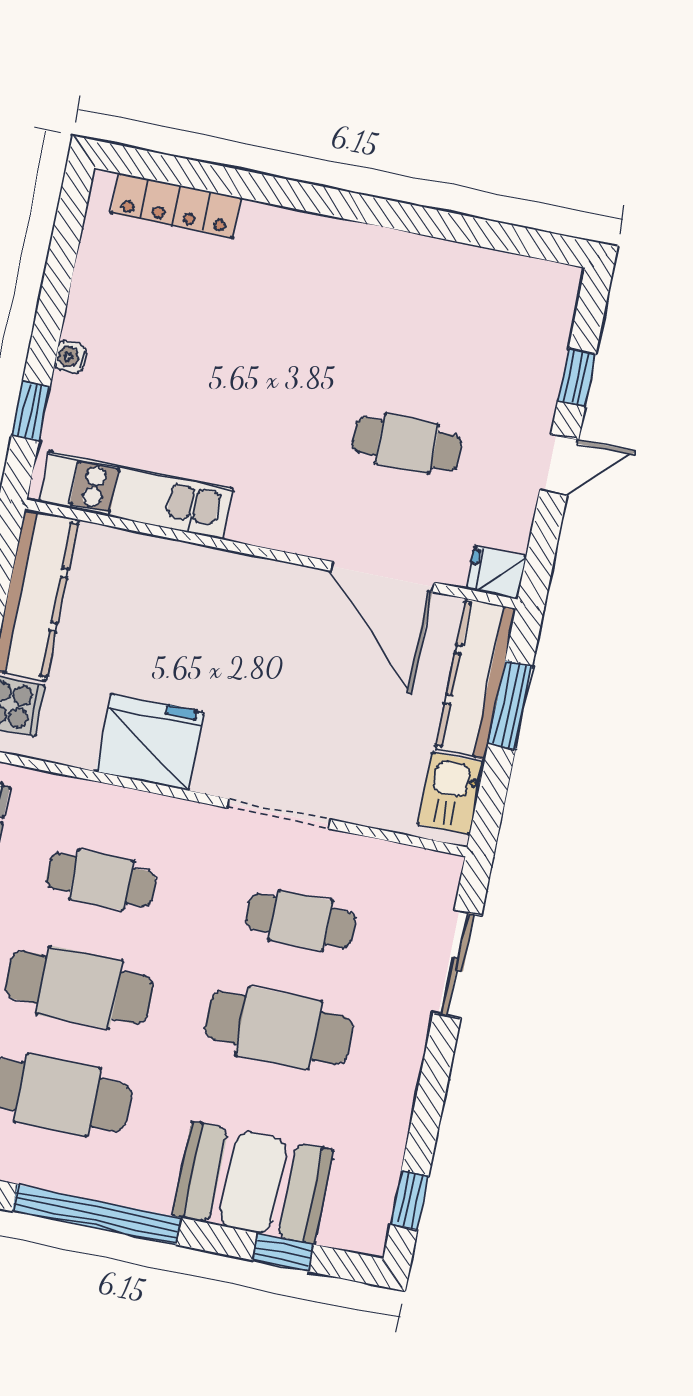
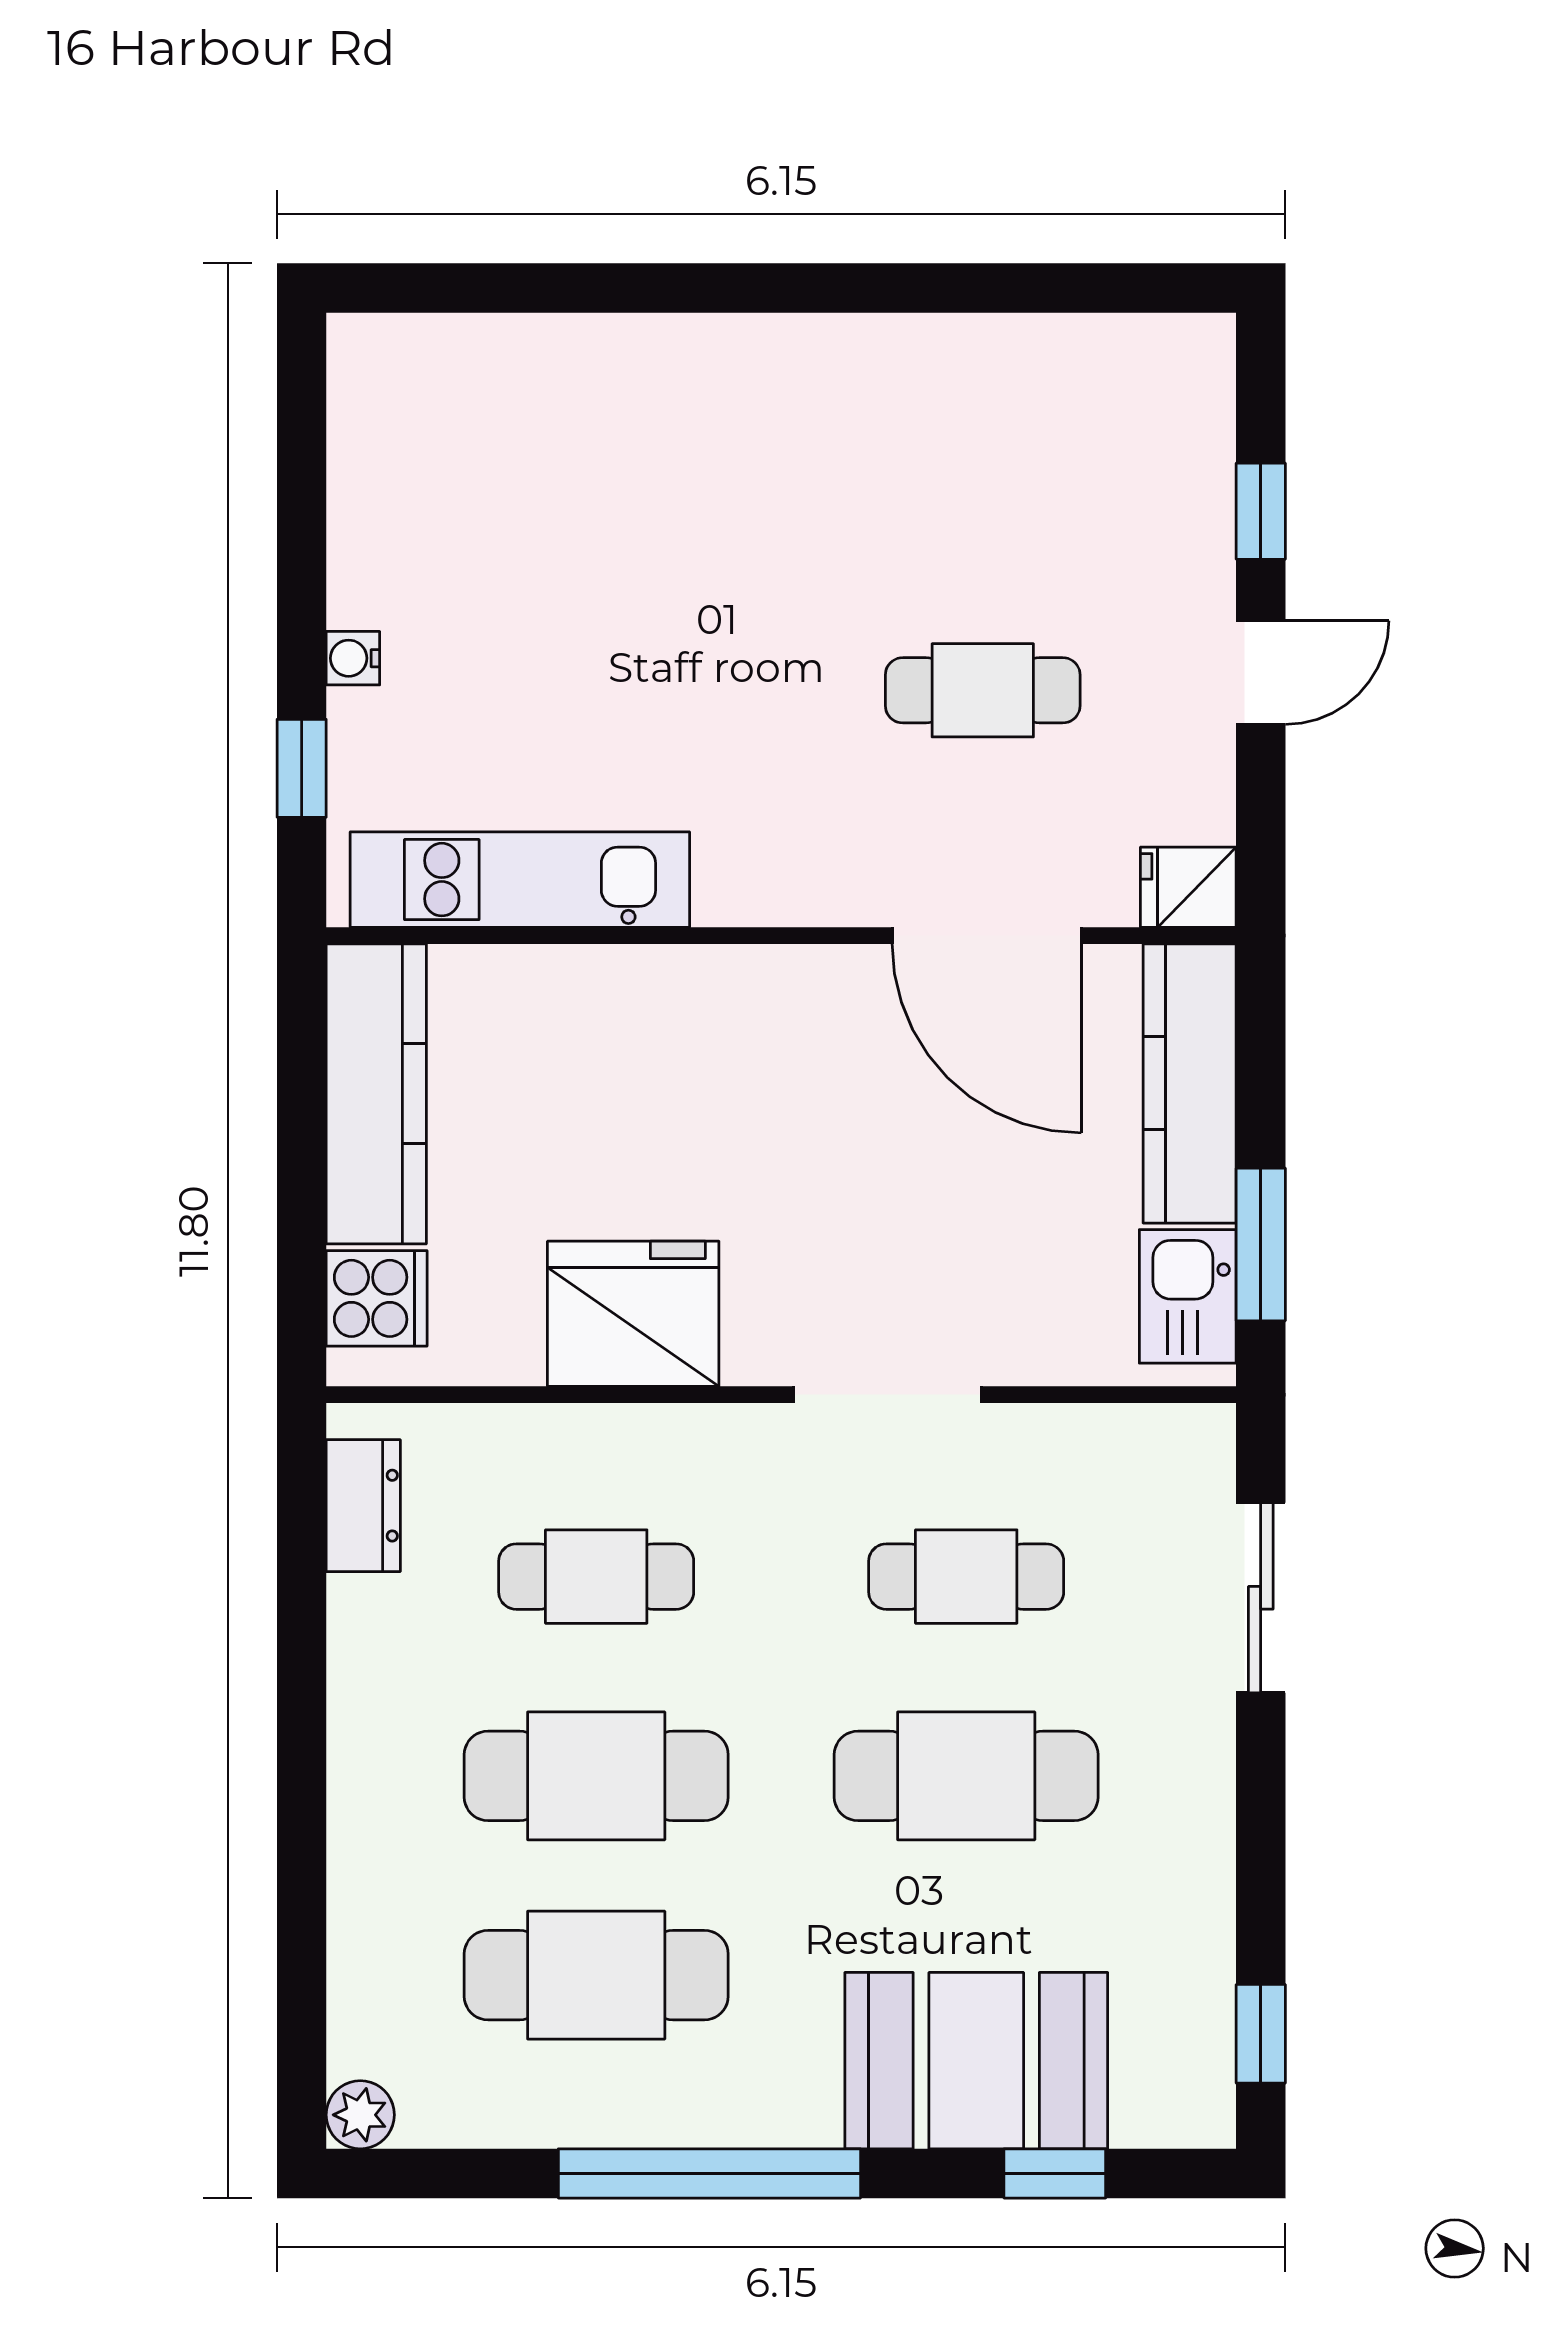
locker: (176, 205) -> (486, 350), removed
window: (510, 705) -> (1261, 1244), moved

